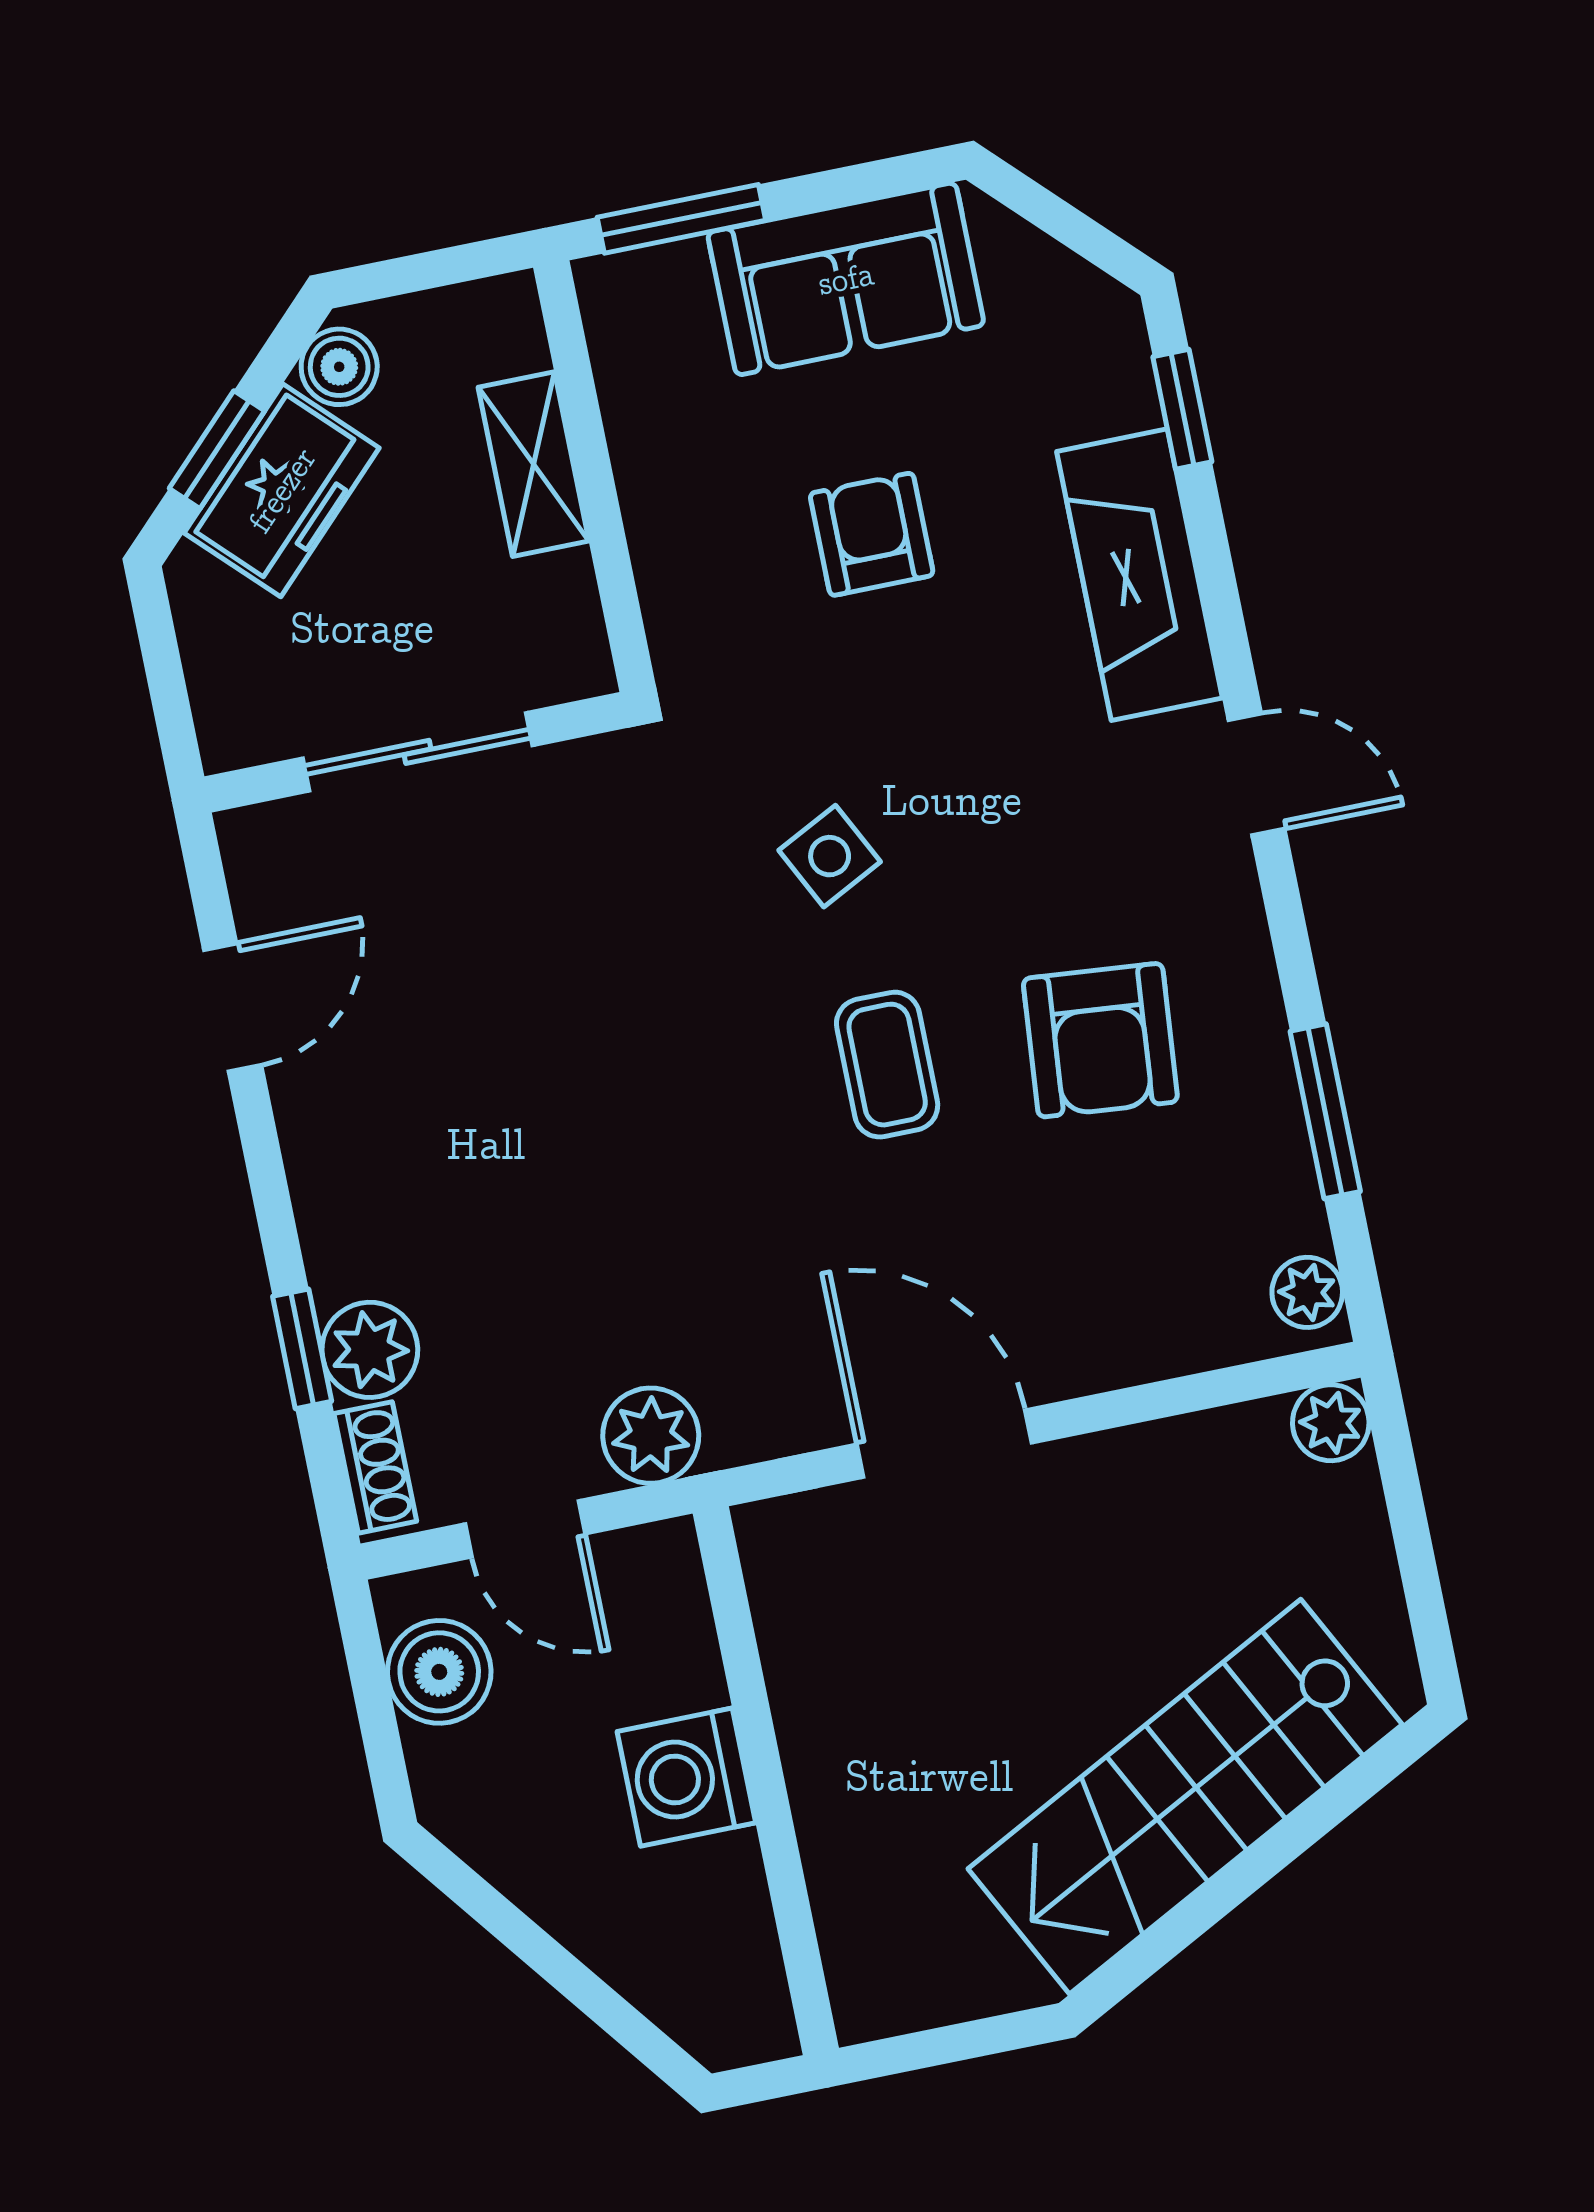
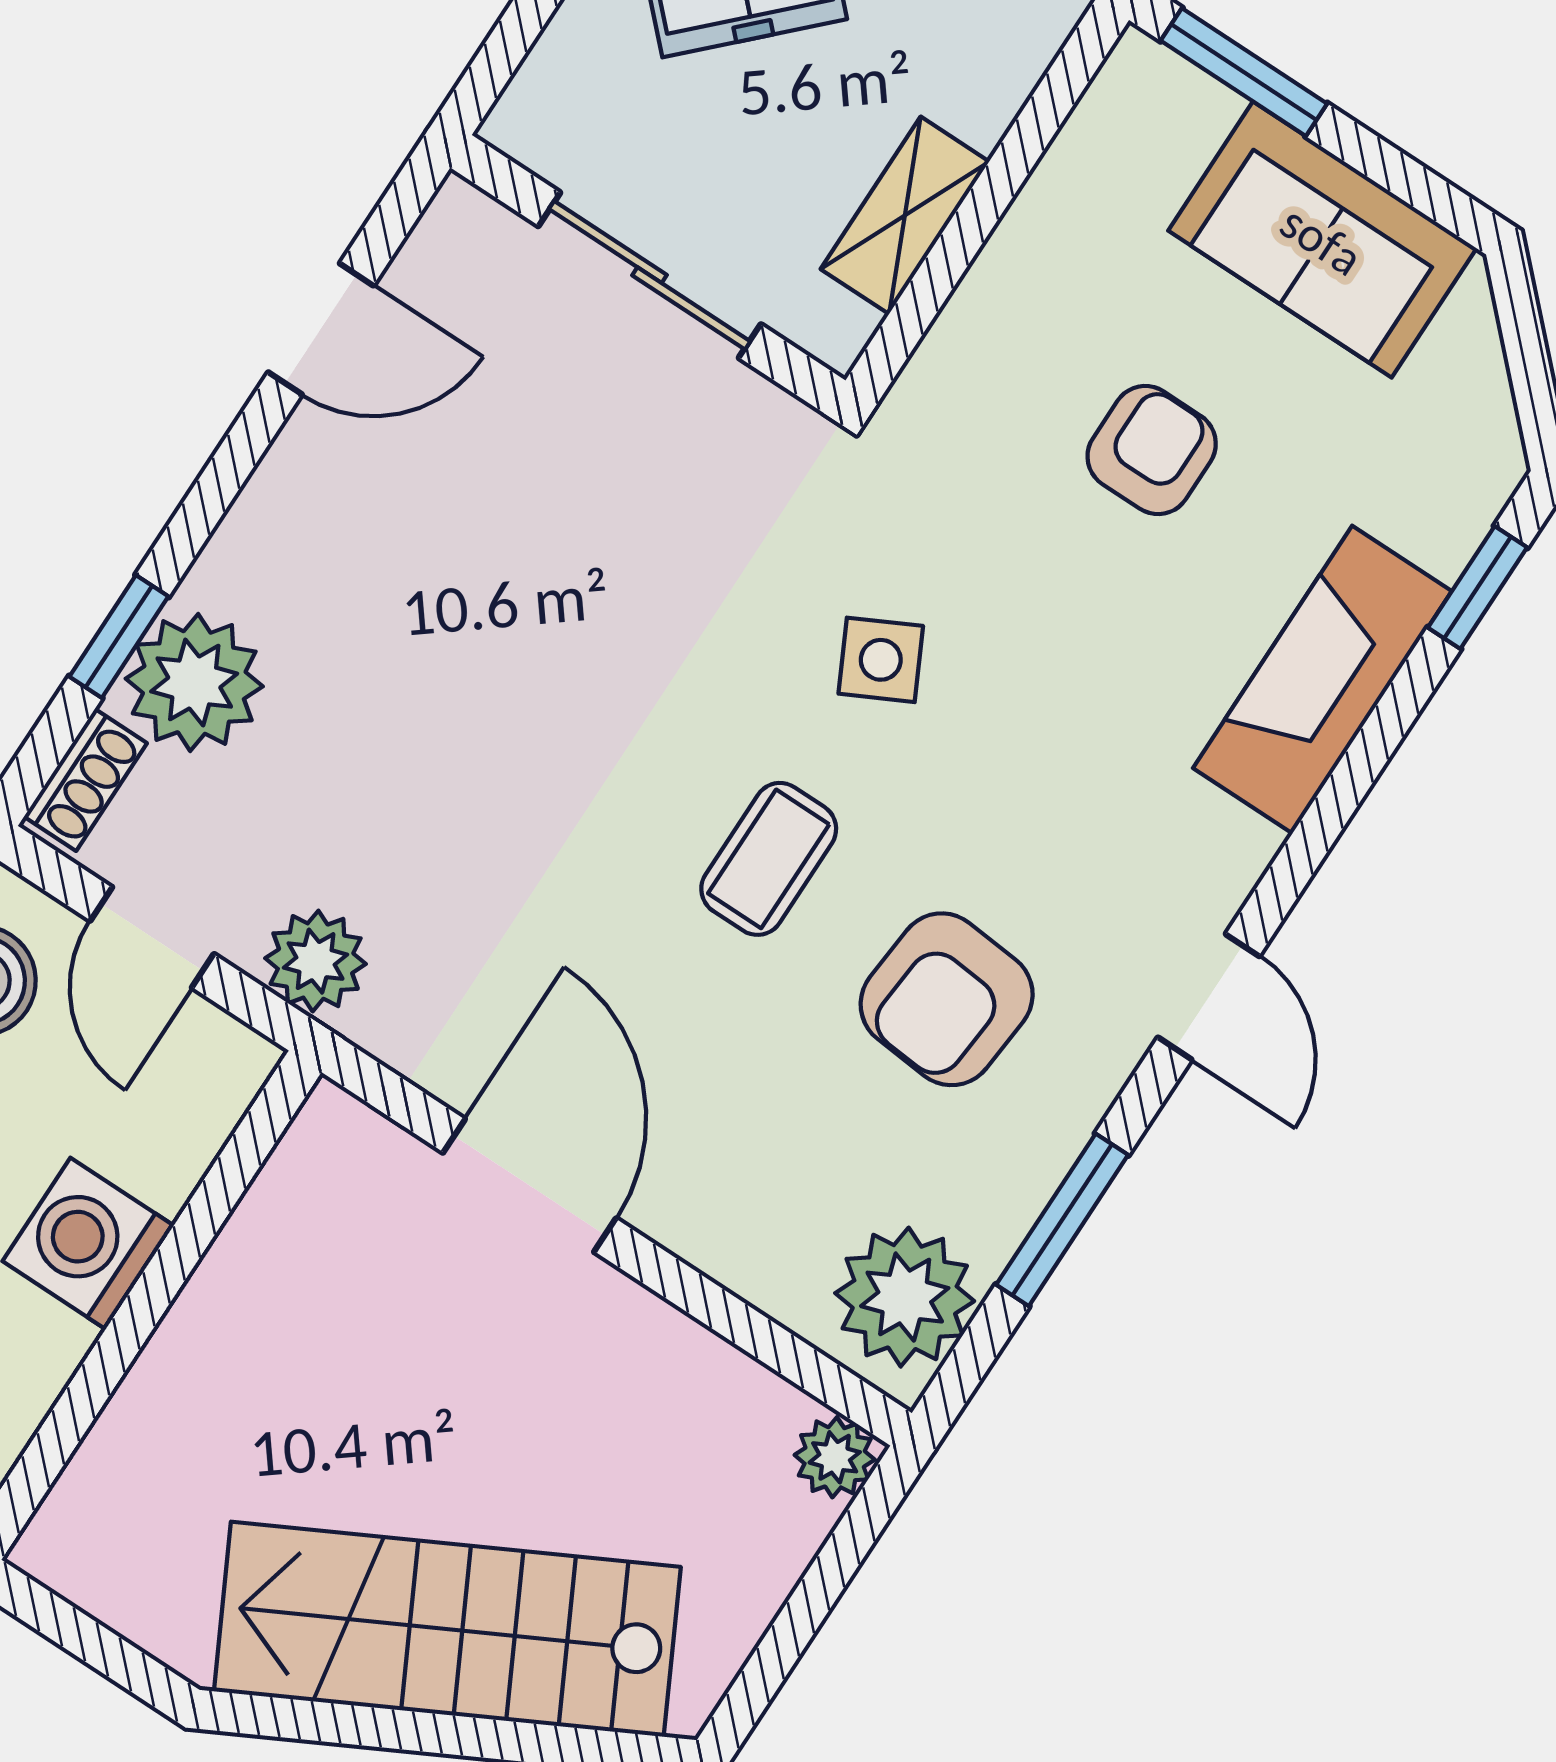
shelving: (533, 464) -> (905, 215), moved
door: (1257, 774) -> (1209, 997), moved
plant: (1307, 1292) -> (905, 1297), width x1.88, depth x1.88
plant: (370, 1350) -> (194, 682), width x1.36, depth x1.36

